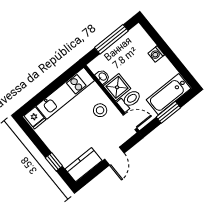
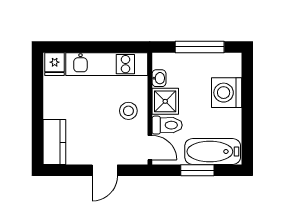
washing machine: (156, 54) -> (227, 93), width x1.89, depth x1.89
window: (54, 162) -> (37, 126), removed
kitchen counter: (84, 165) -> (54, 142), moved, turned 90

